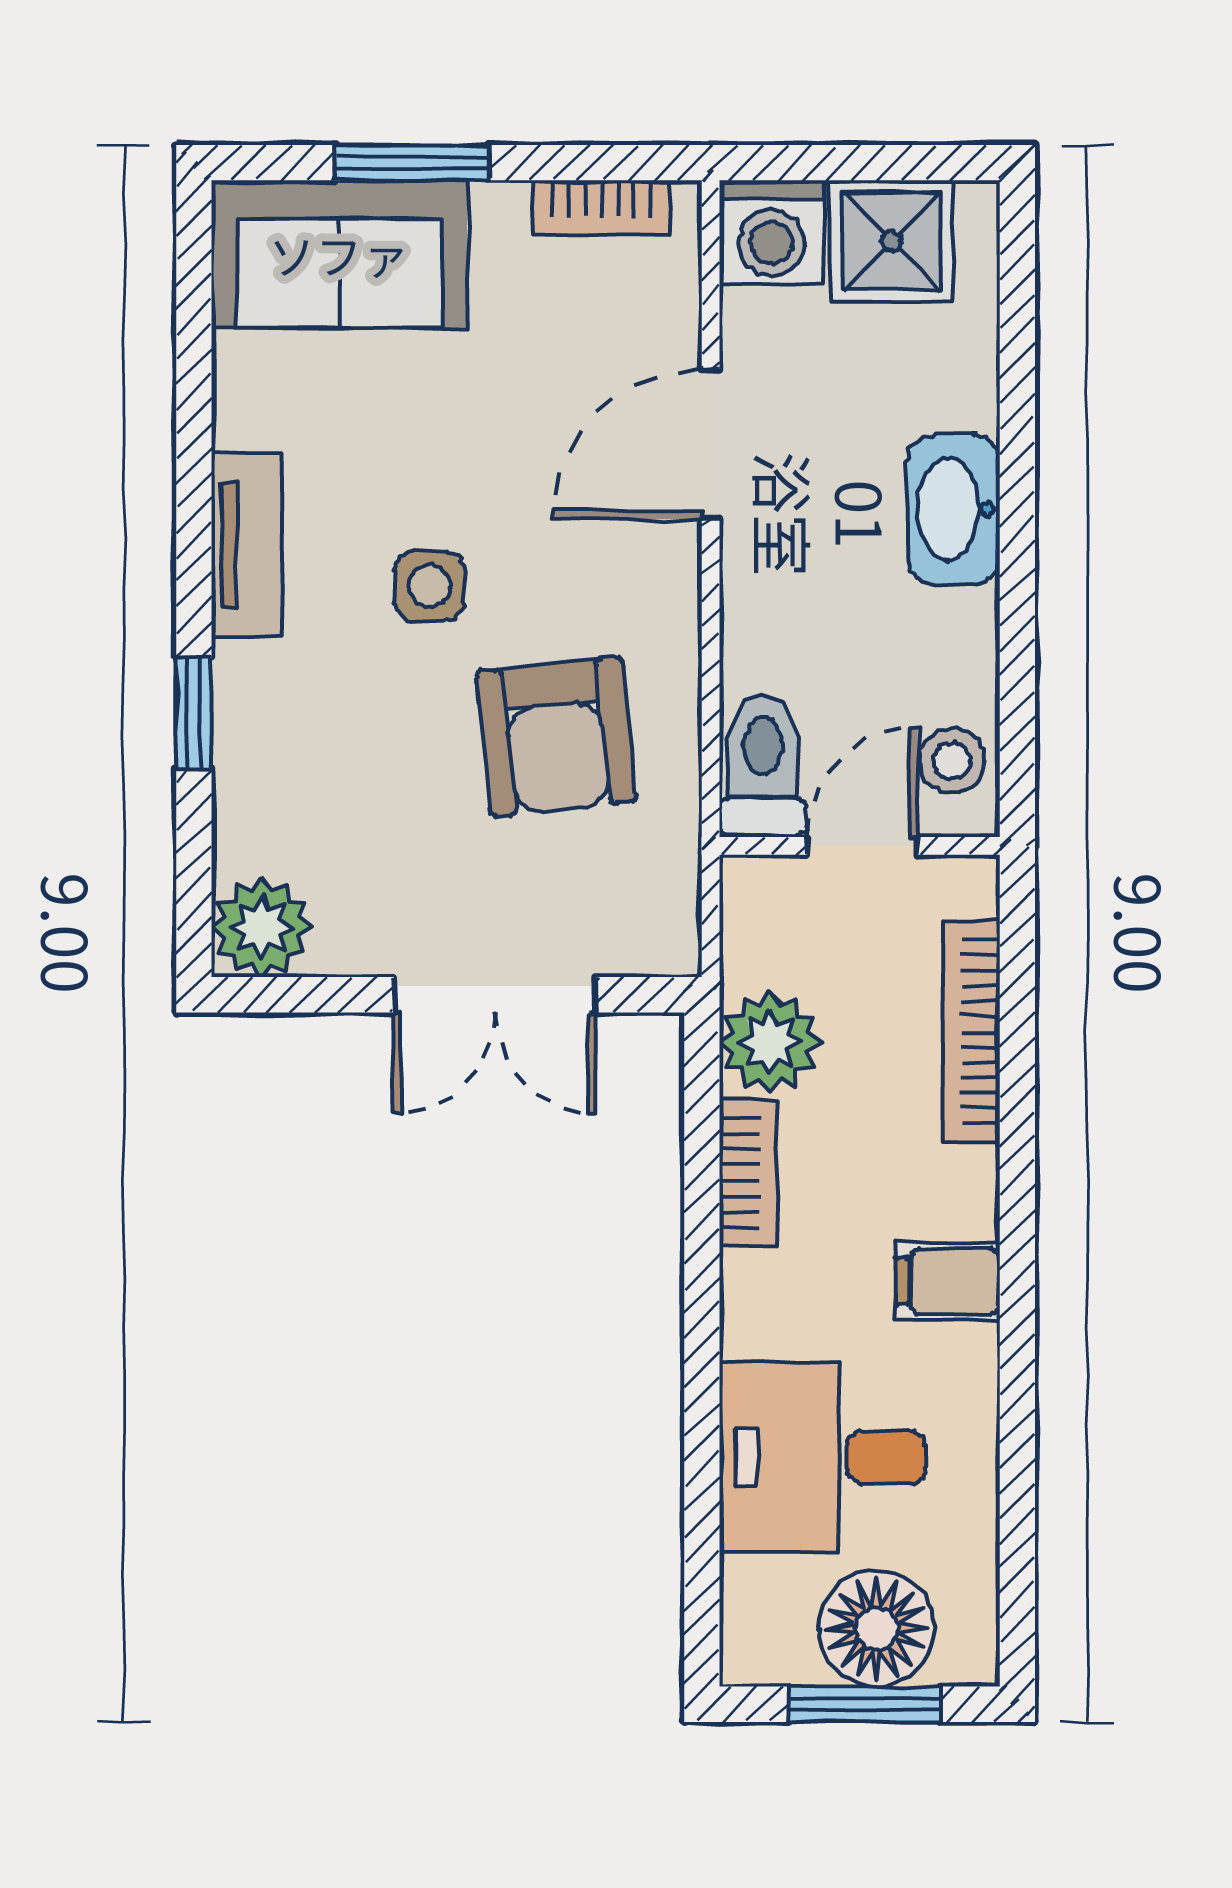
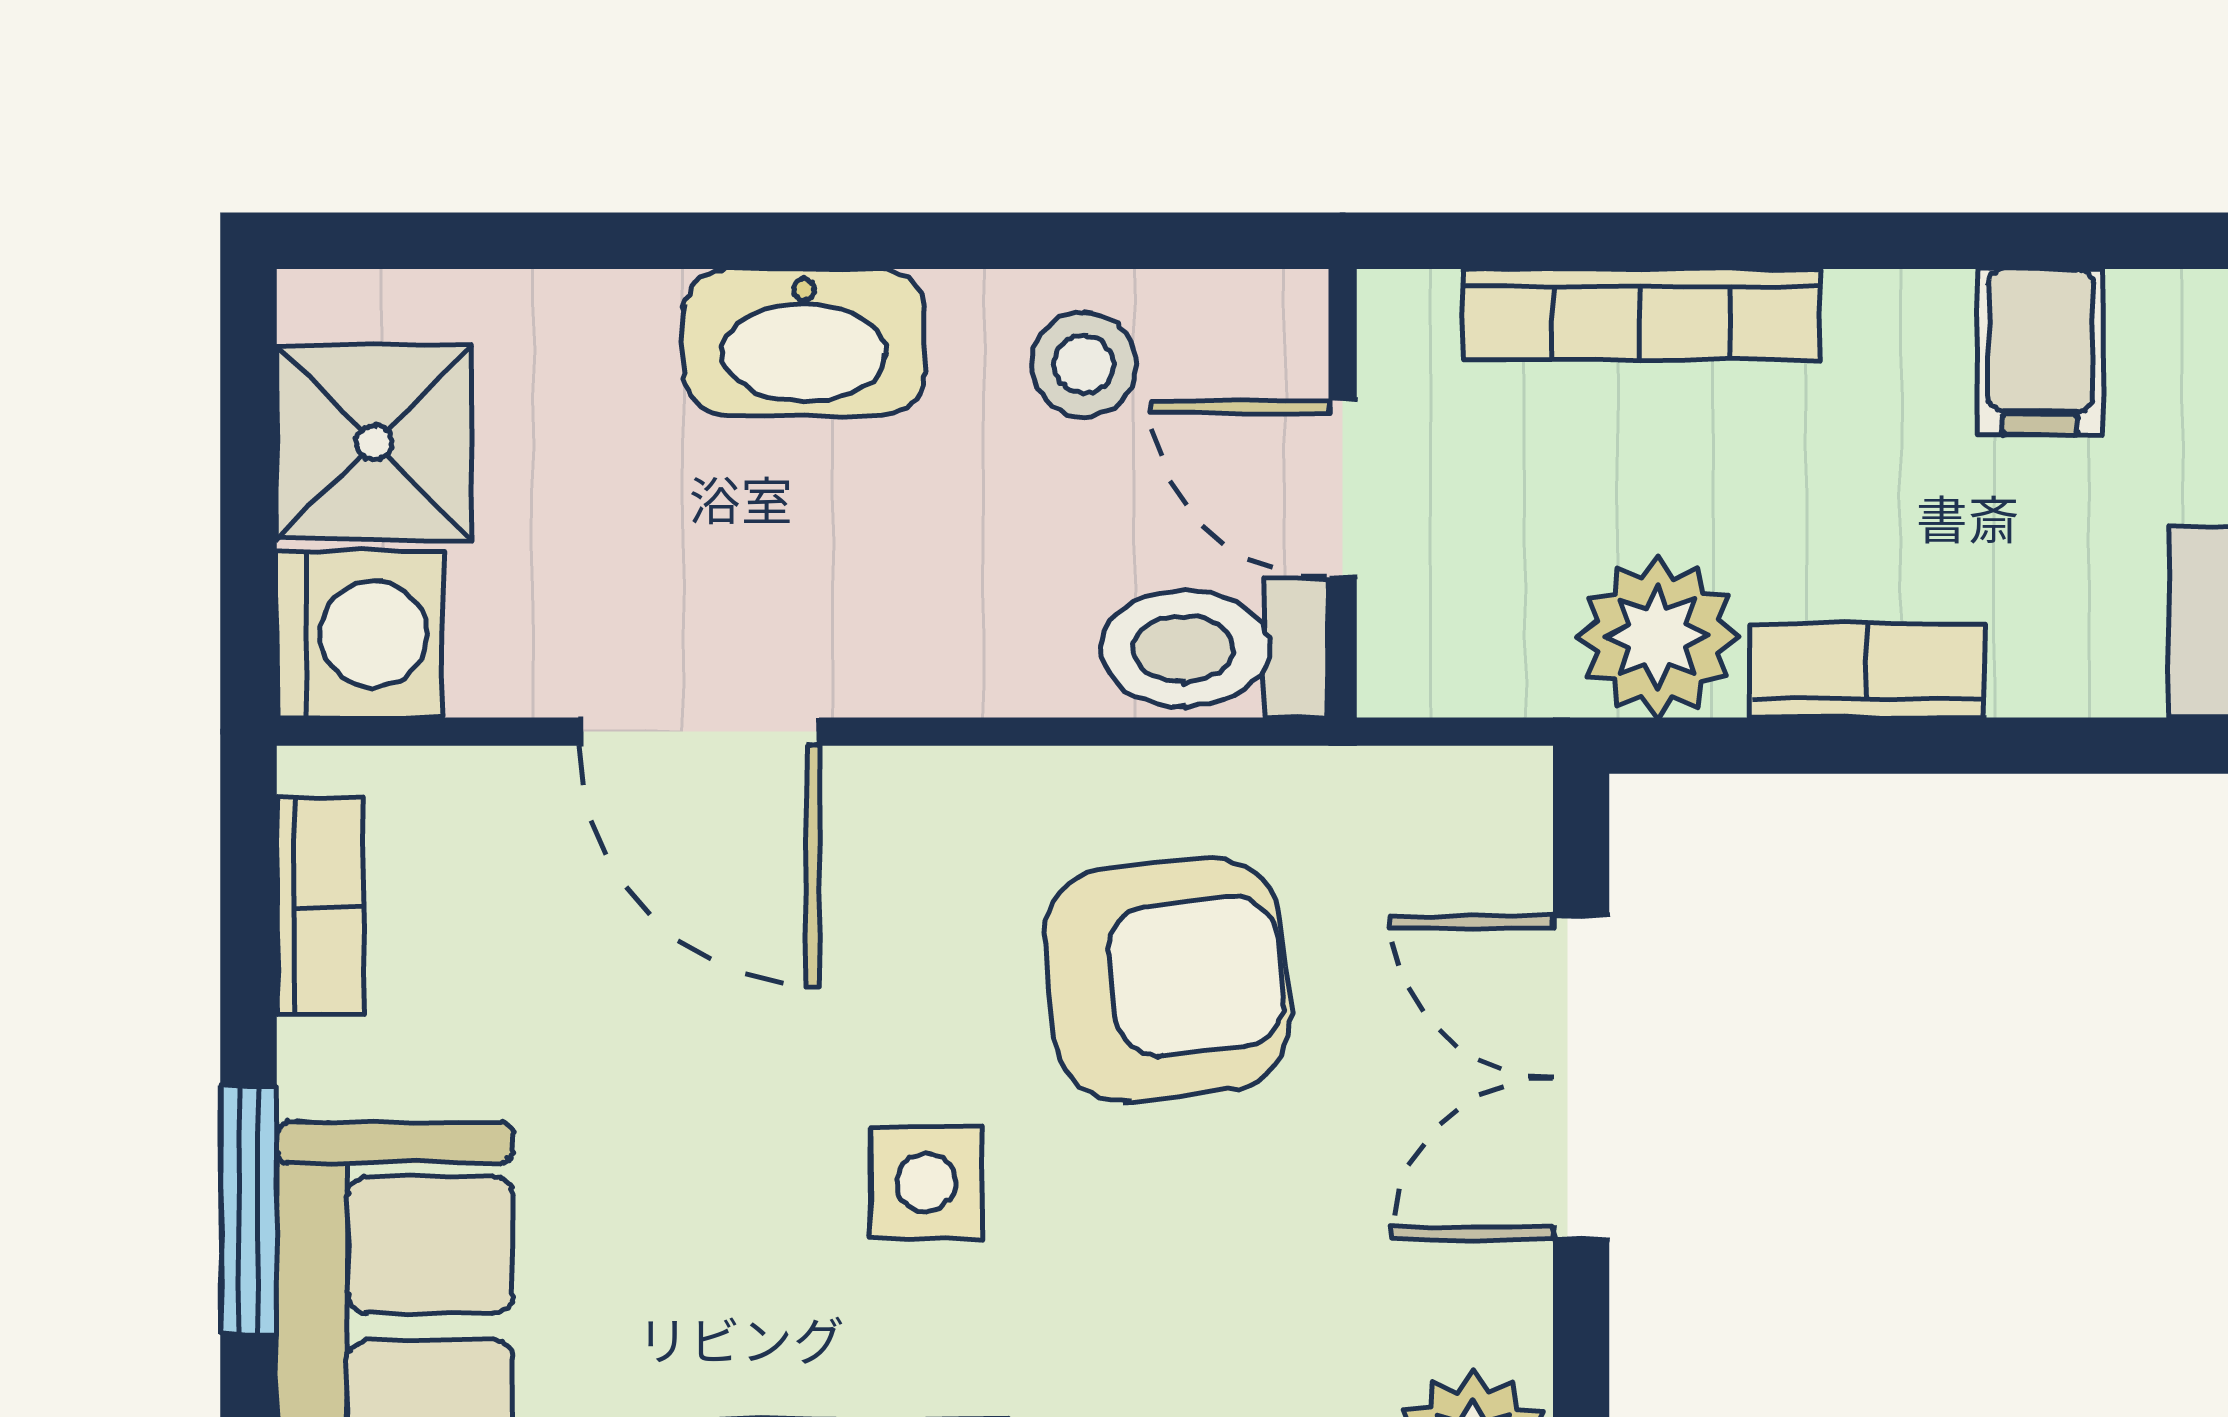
stool: (952, 761) -> (1084, 364), moved
double door: (495, 995) -> (1581, 1078), swing flipped

